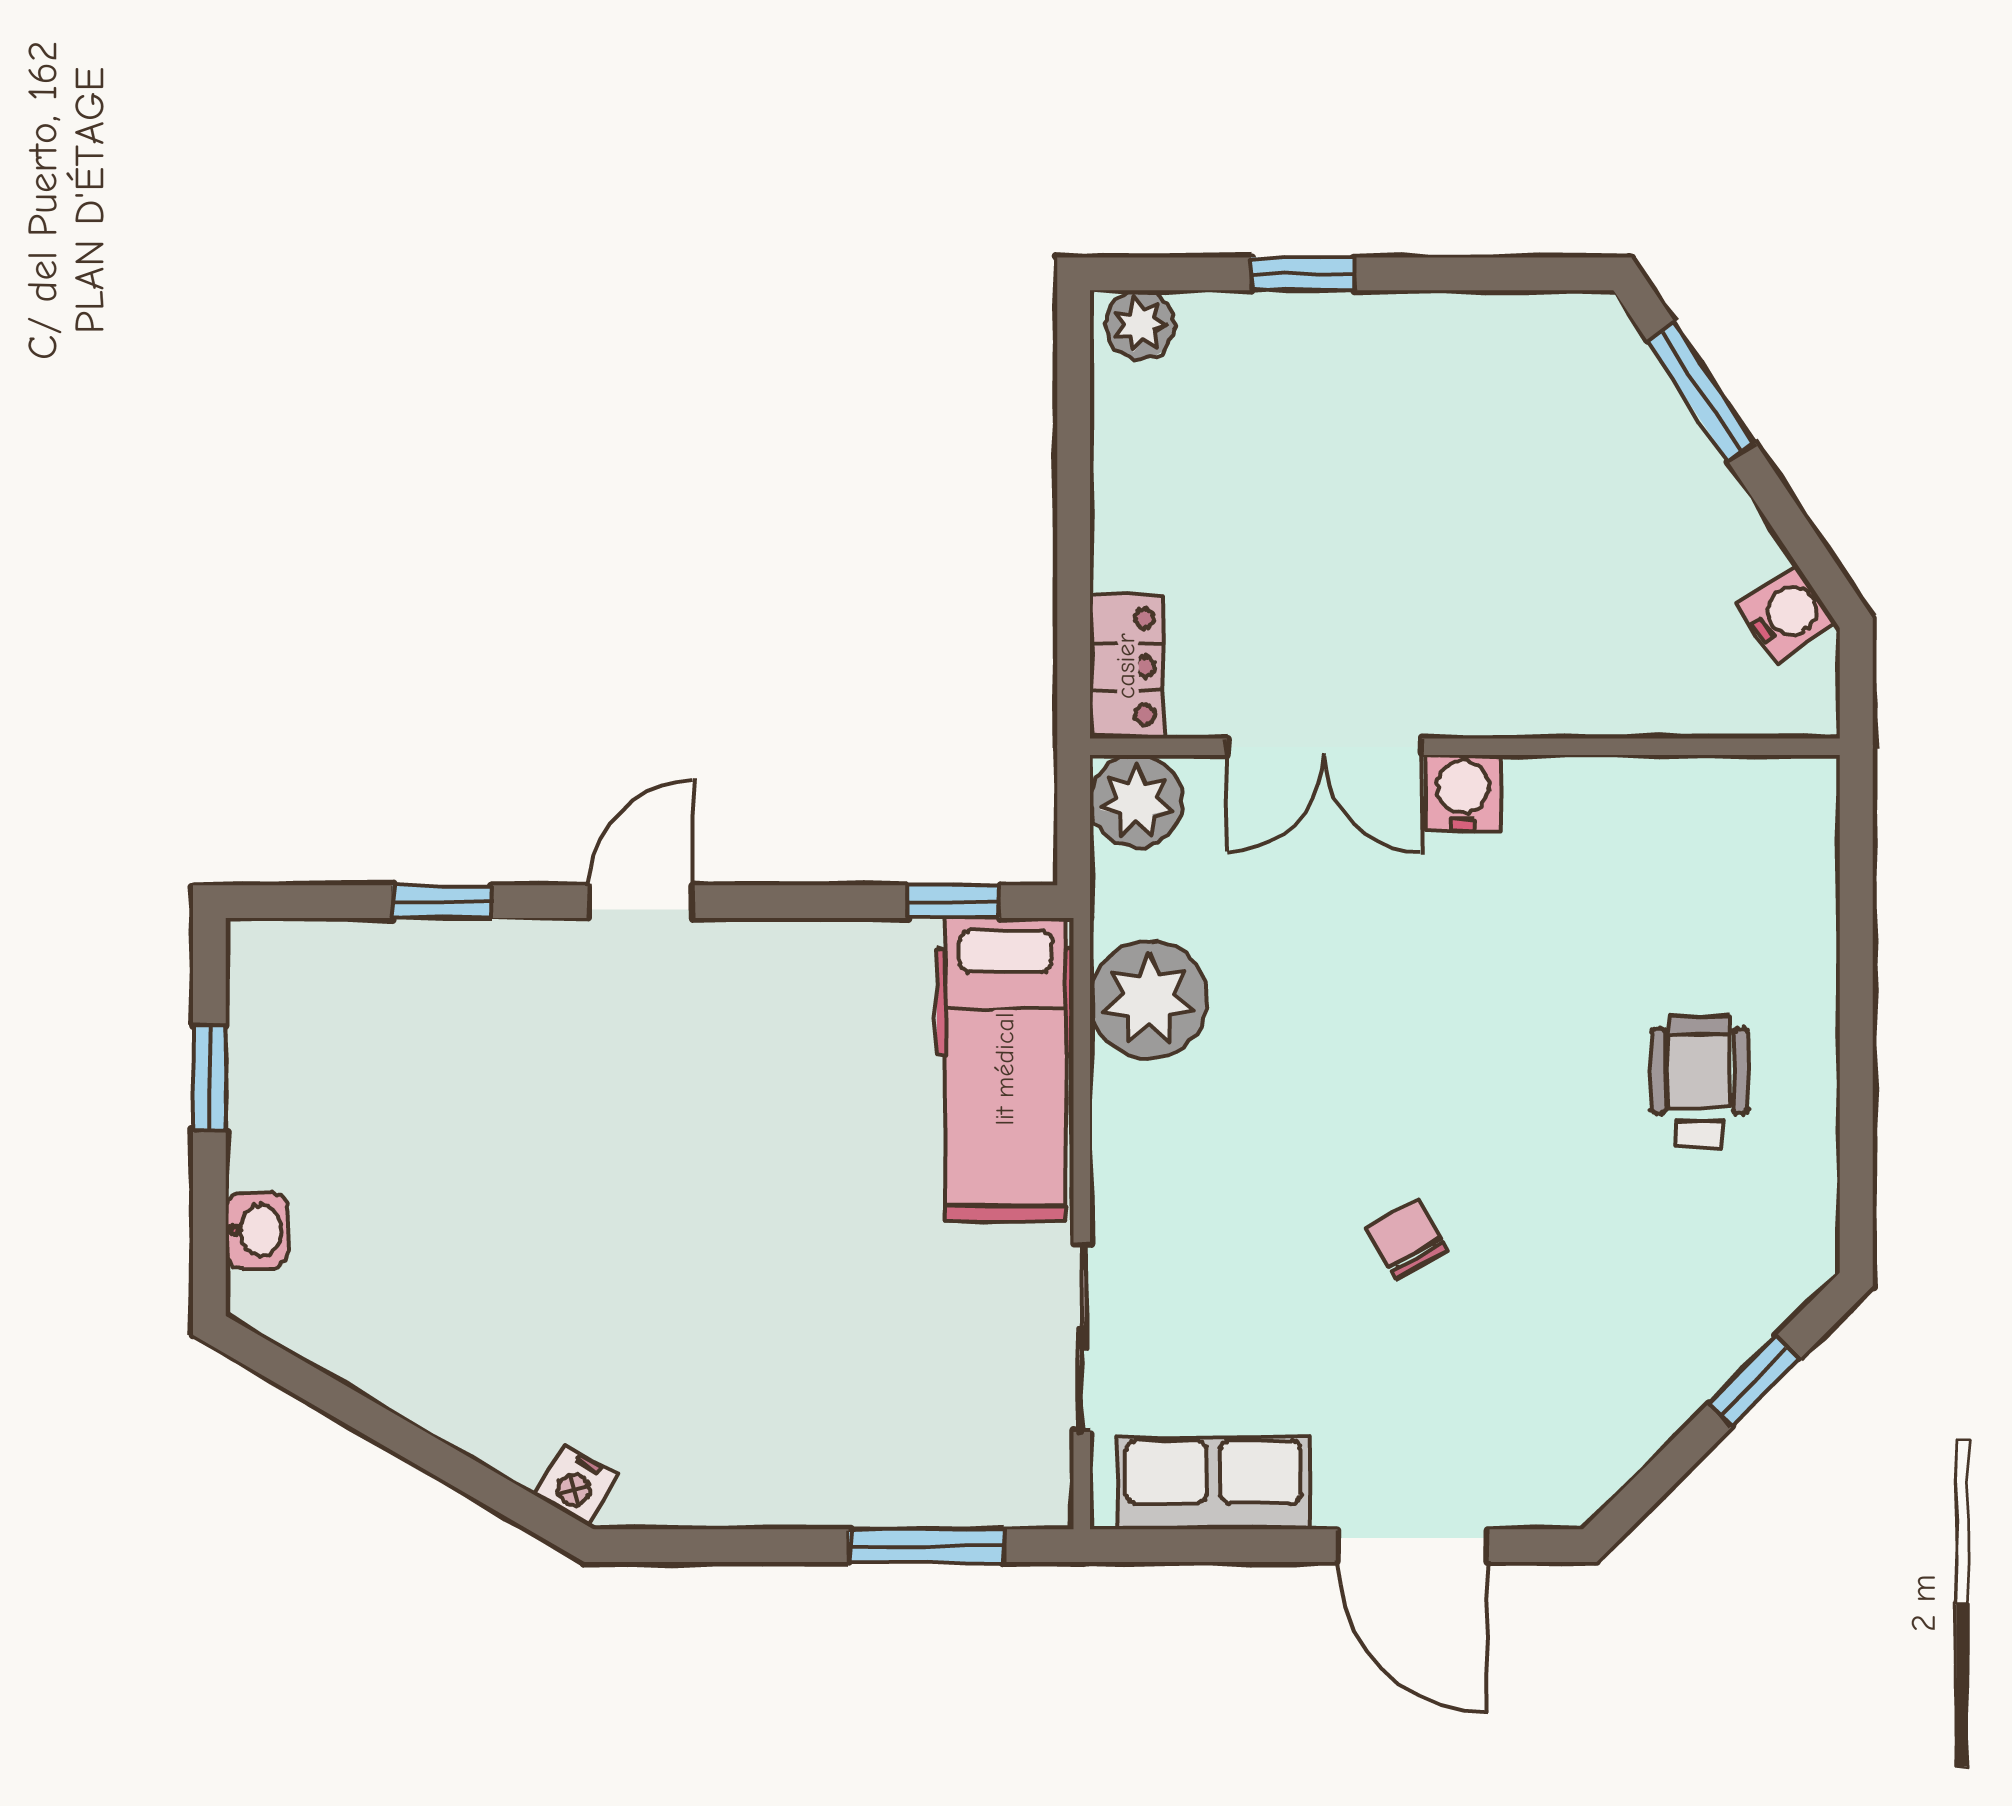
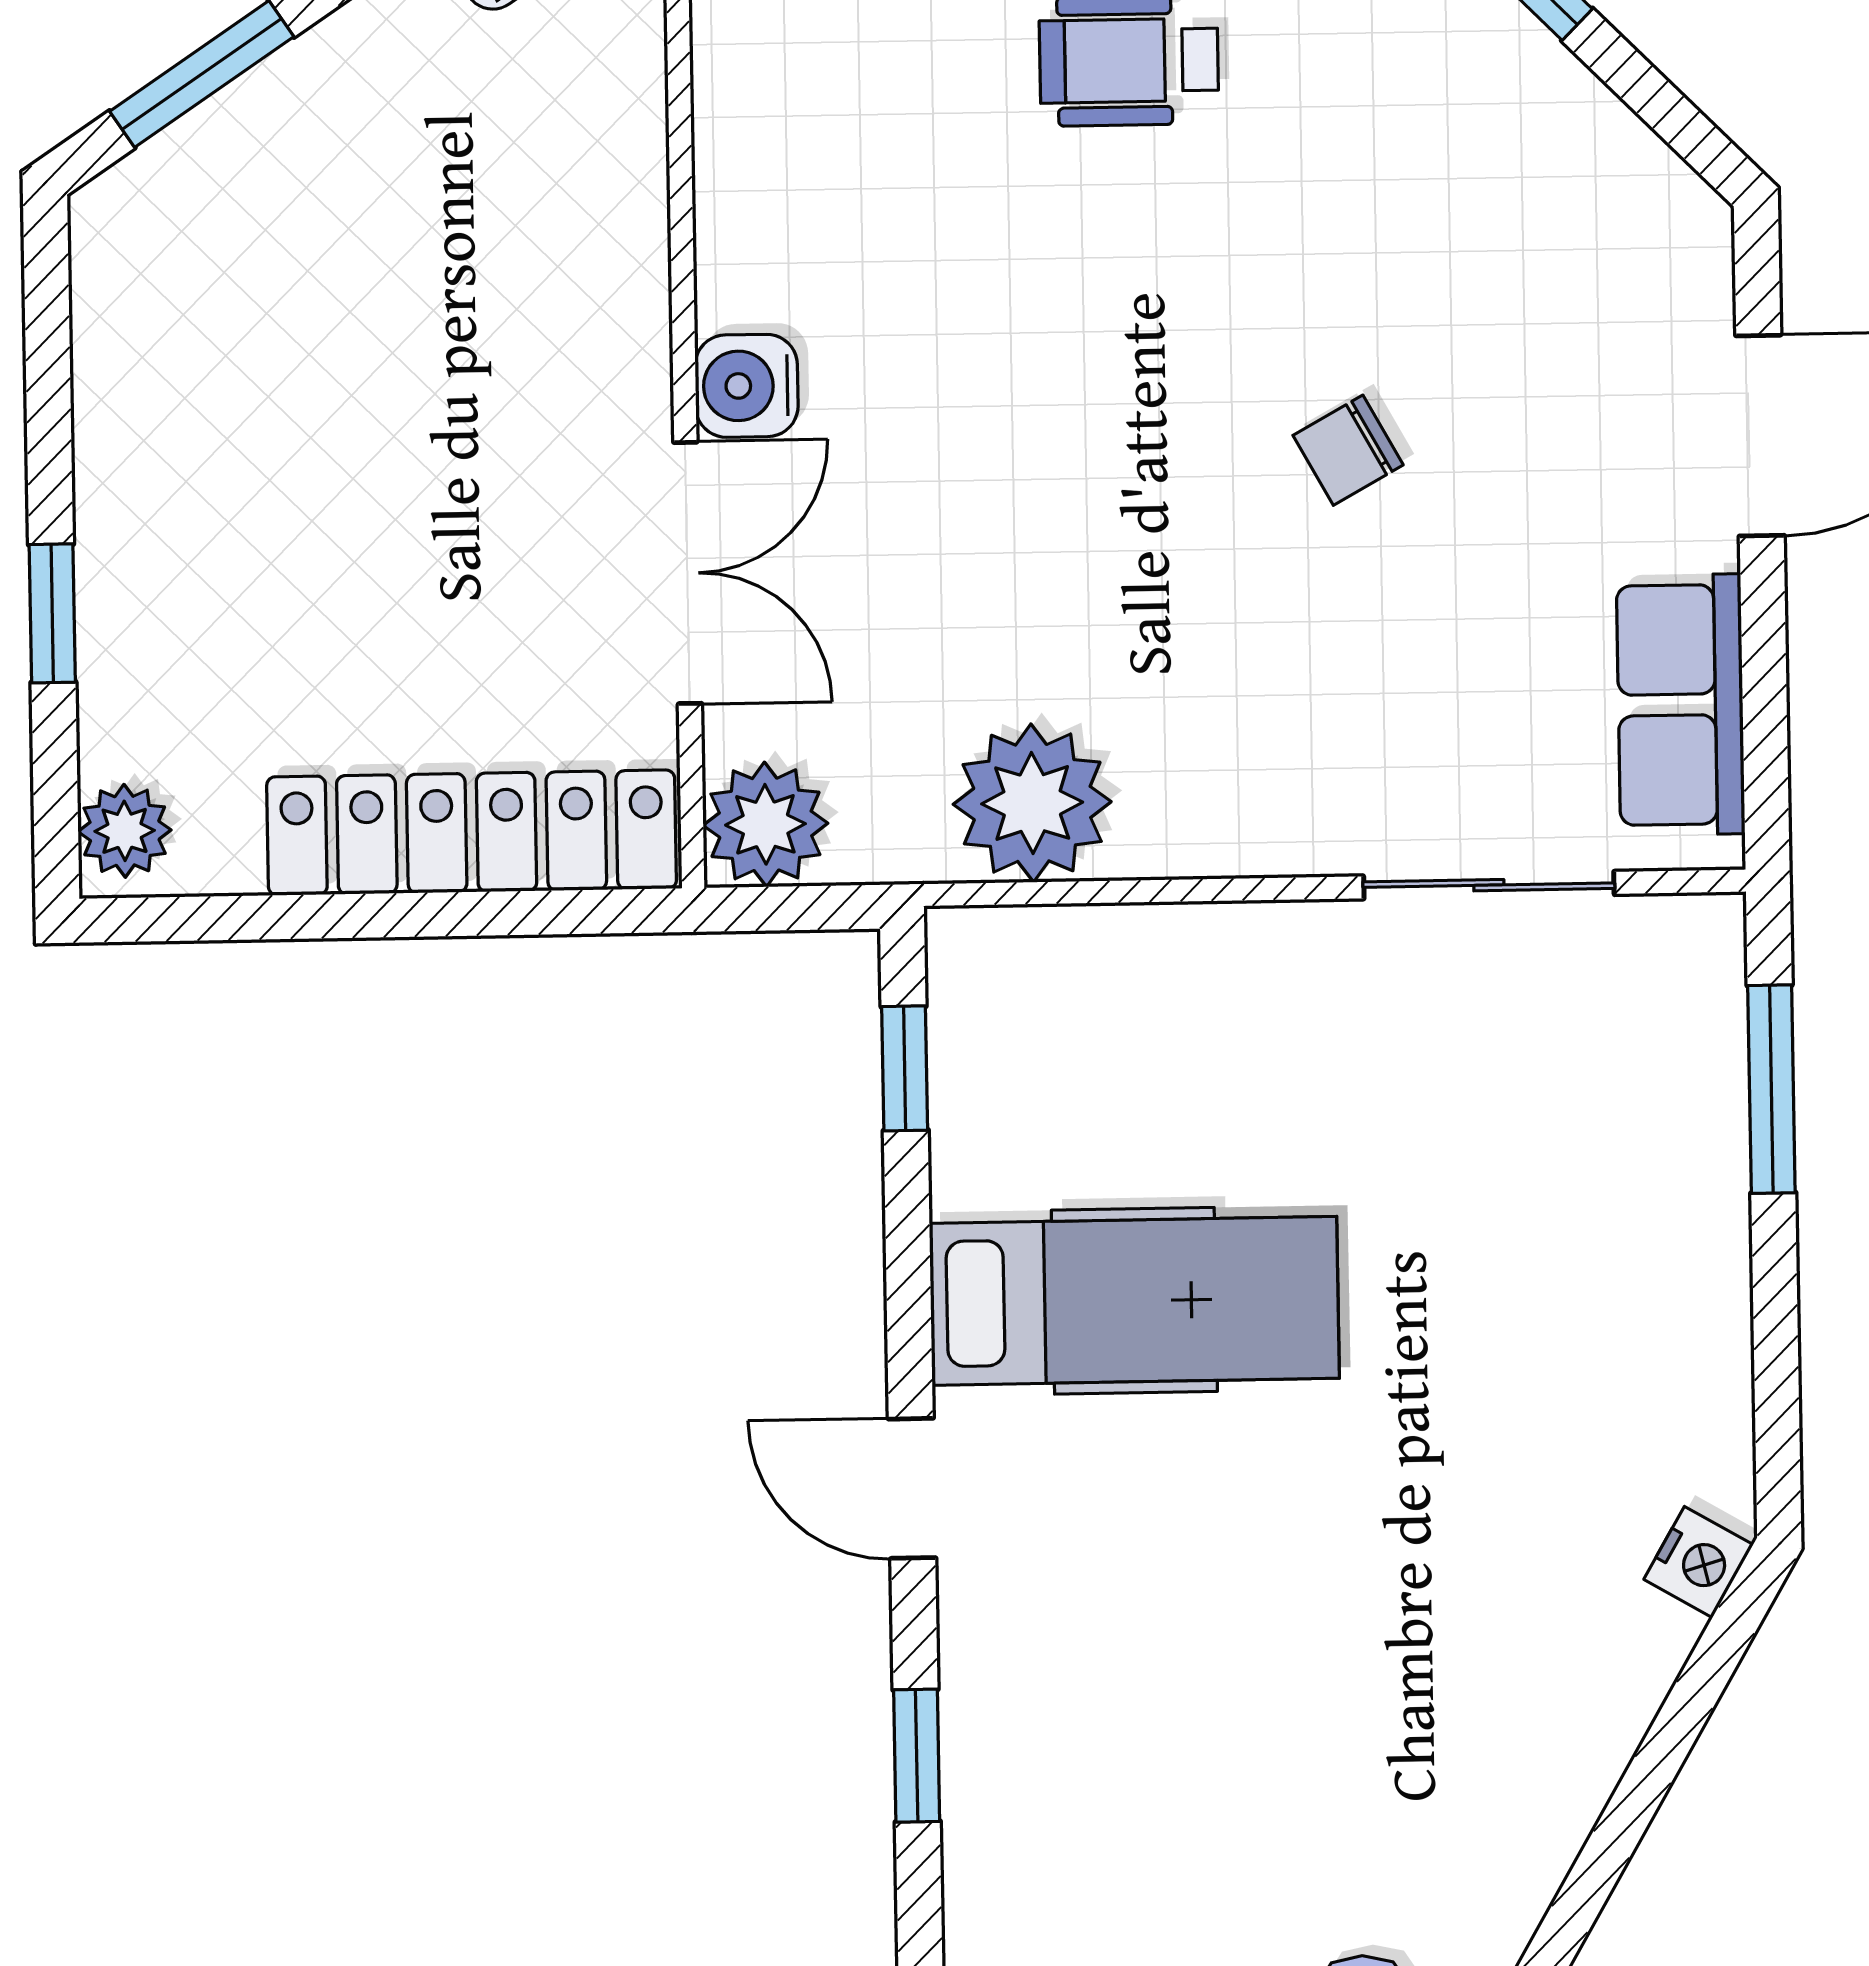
locker: (1126, 666) -> (472, 833), width x2.16, depth x1.21
hospital bed: (1005, 1069) -> (1134, 1301), moved

